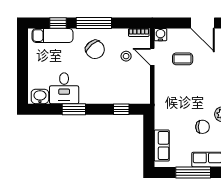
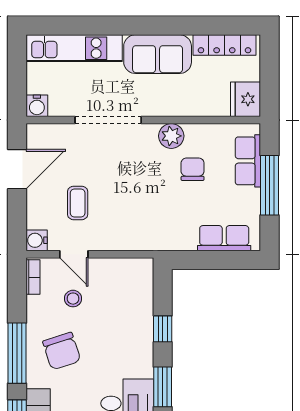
chair: (95, 49) -> (62, 351), turned 111
door: (152, 57) -> (74, 254), hinge flipped
window: (121, 109) -> (163, 329), moved

